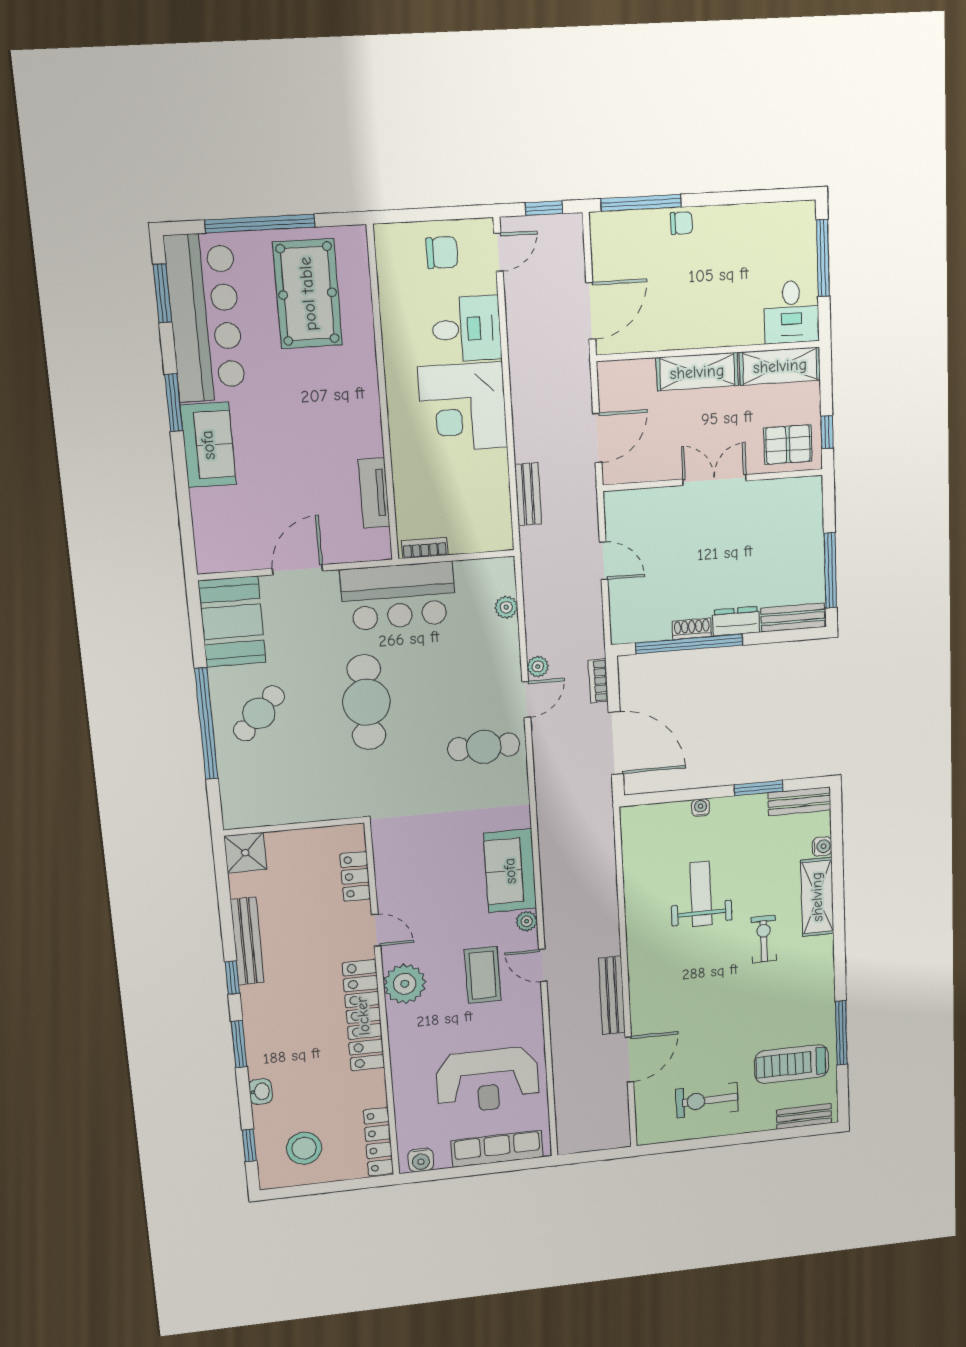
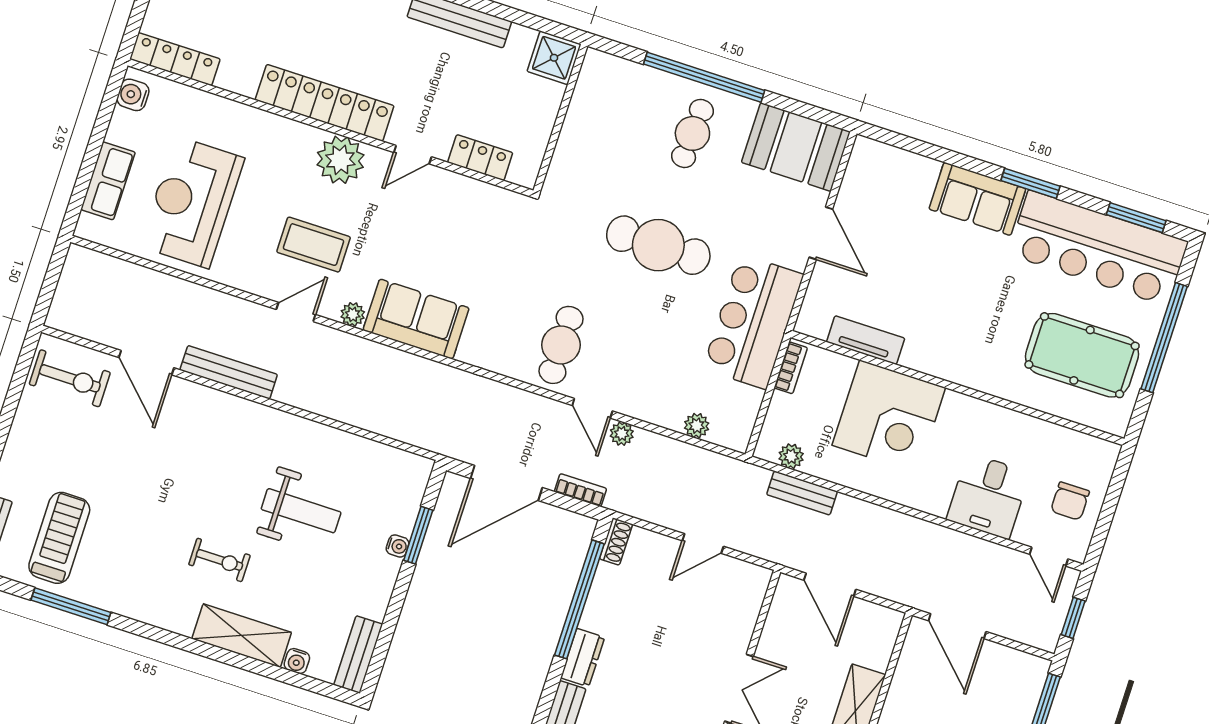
corner desk: (463, 407) -> (889, 416), moved, turned 180
plant: (500, 516) -> (791, 456), added
shoe rack: (692, 629) -> (616, 541), moved
cafe table: (259, 713) -> (692, 133), turned 49
window: (759, 788) -> (418, 535), moved
exercise bike: (707, 1100) -> (70, 378), moved, turned 90
row of seats: (497, 1149) -> (108, 181), width x0.68

